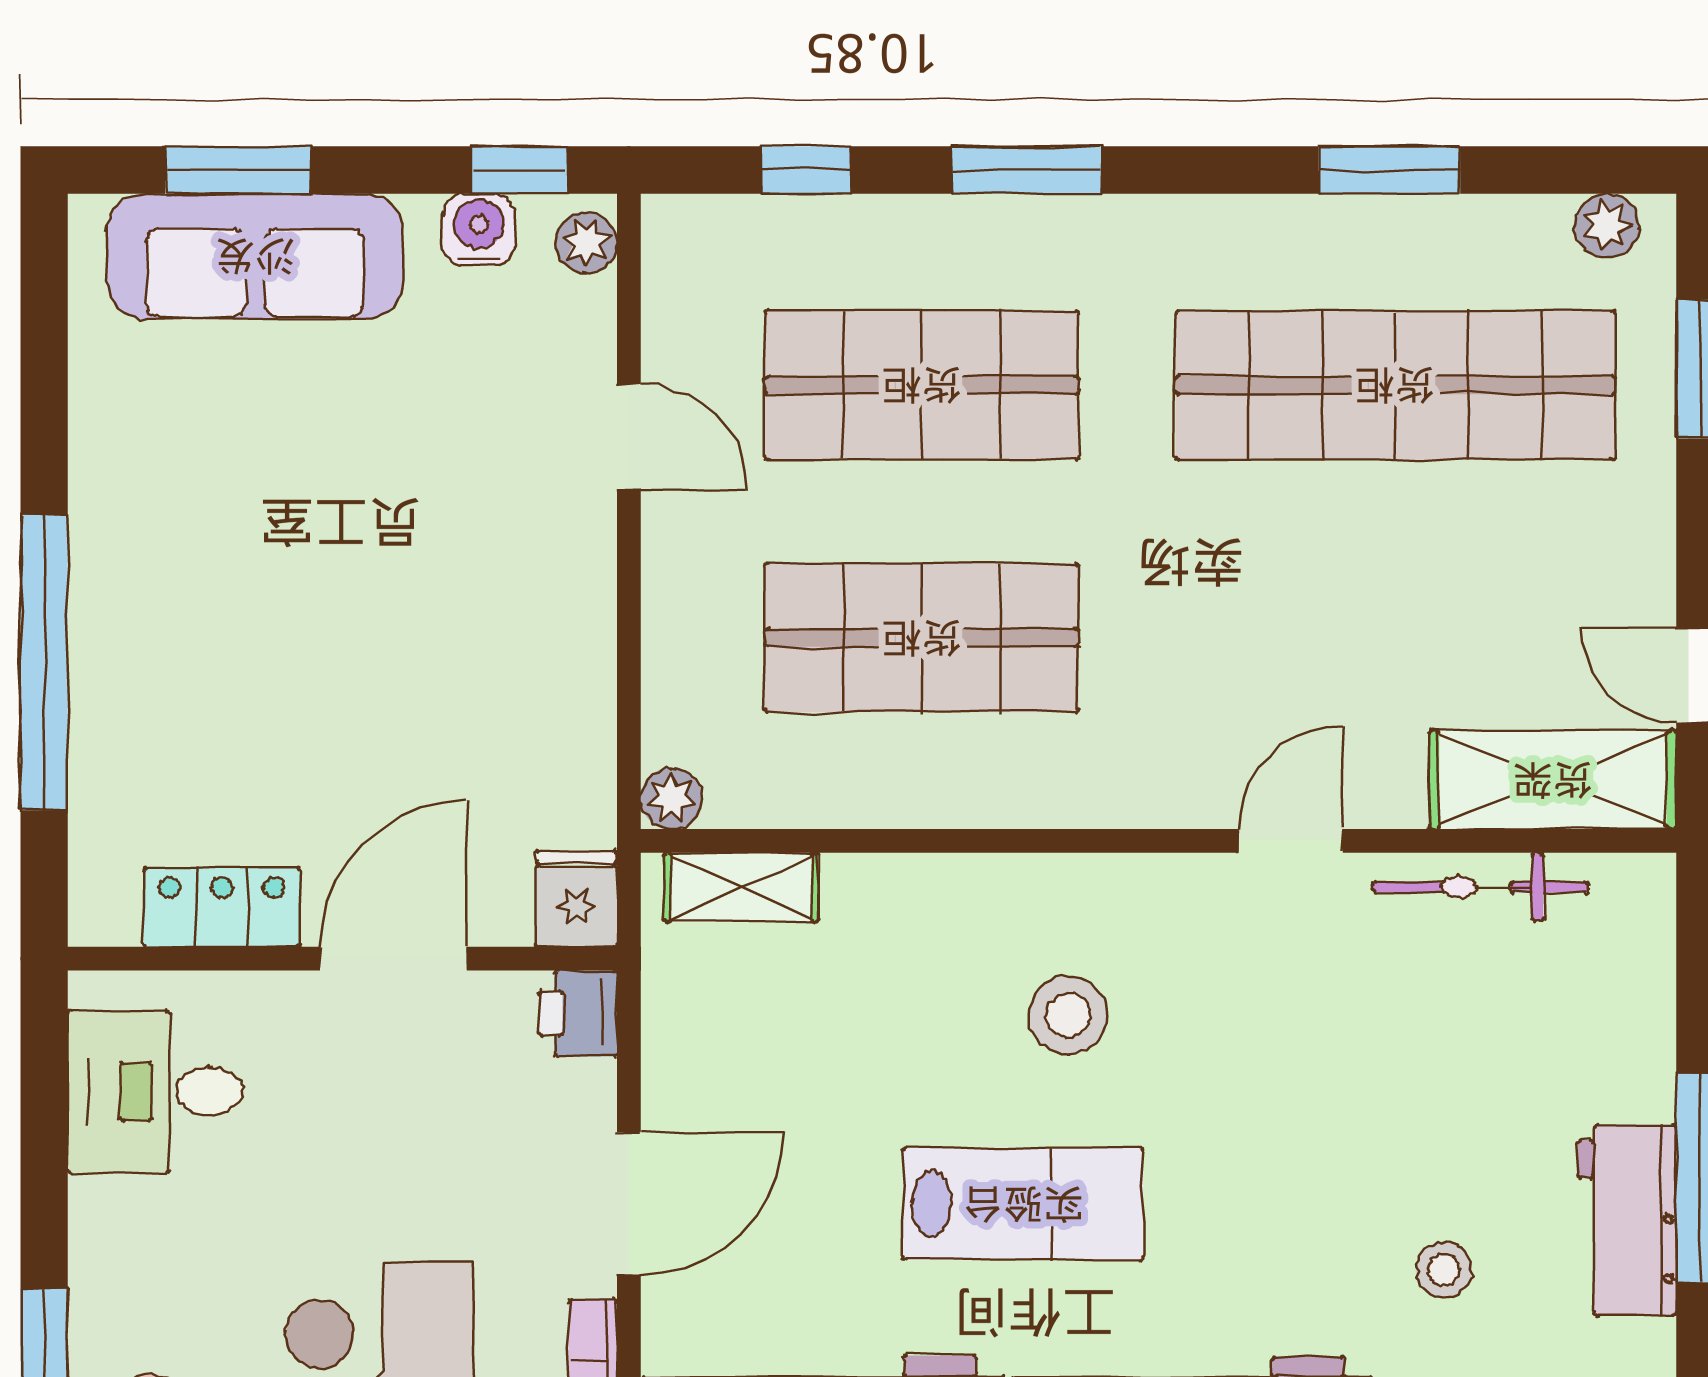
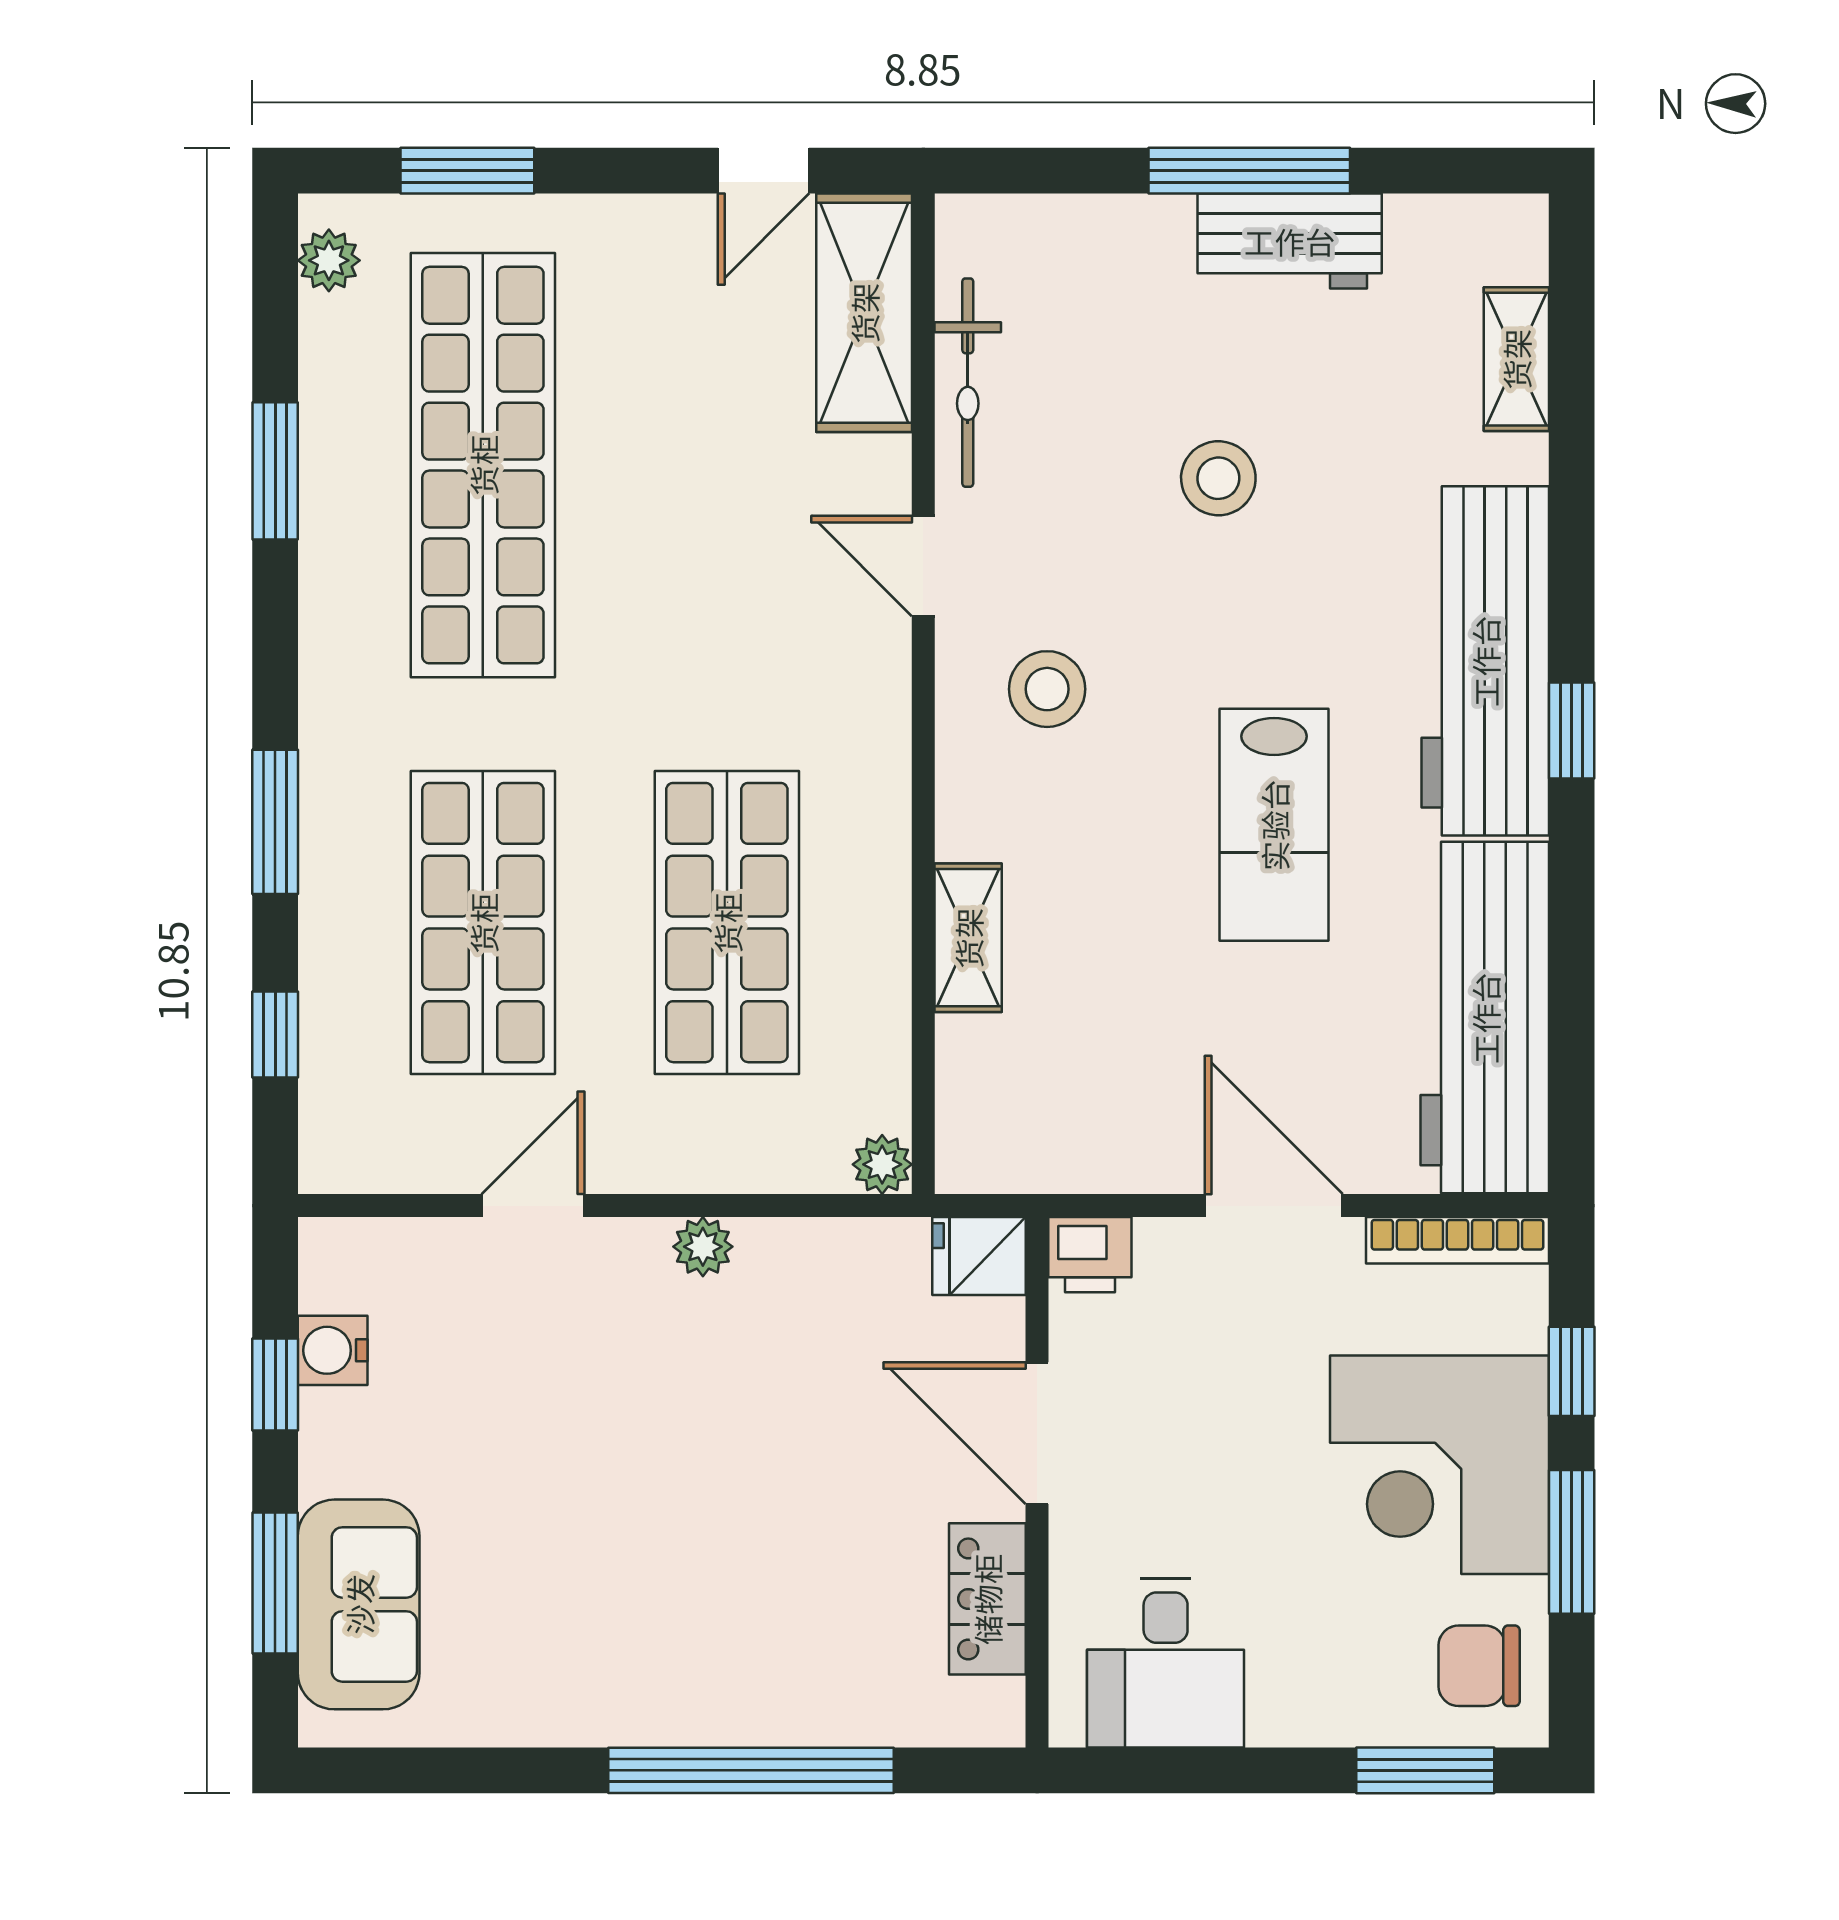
window: (520, 170) -> (275, 1385), moved
plant: (586, 242) -> (703, 1247), moved
sofa: (255, 256) -> (359, 1604), width x0.73
shelving: (741, 887) -> (968, 938), moved
stool: (1068, 1015) -> (1047, 689), moved
lab bench: (1023, 1204) -> (1274, 825), turned 180
stool: (1444, 1270) -> (1218, 478), moved, width x1.37, depth x1.37

